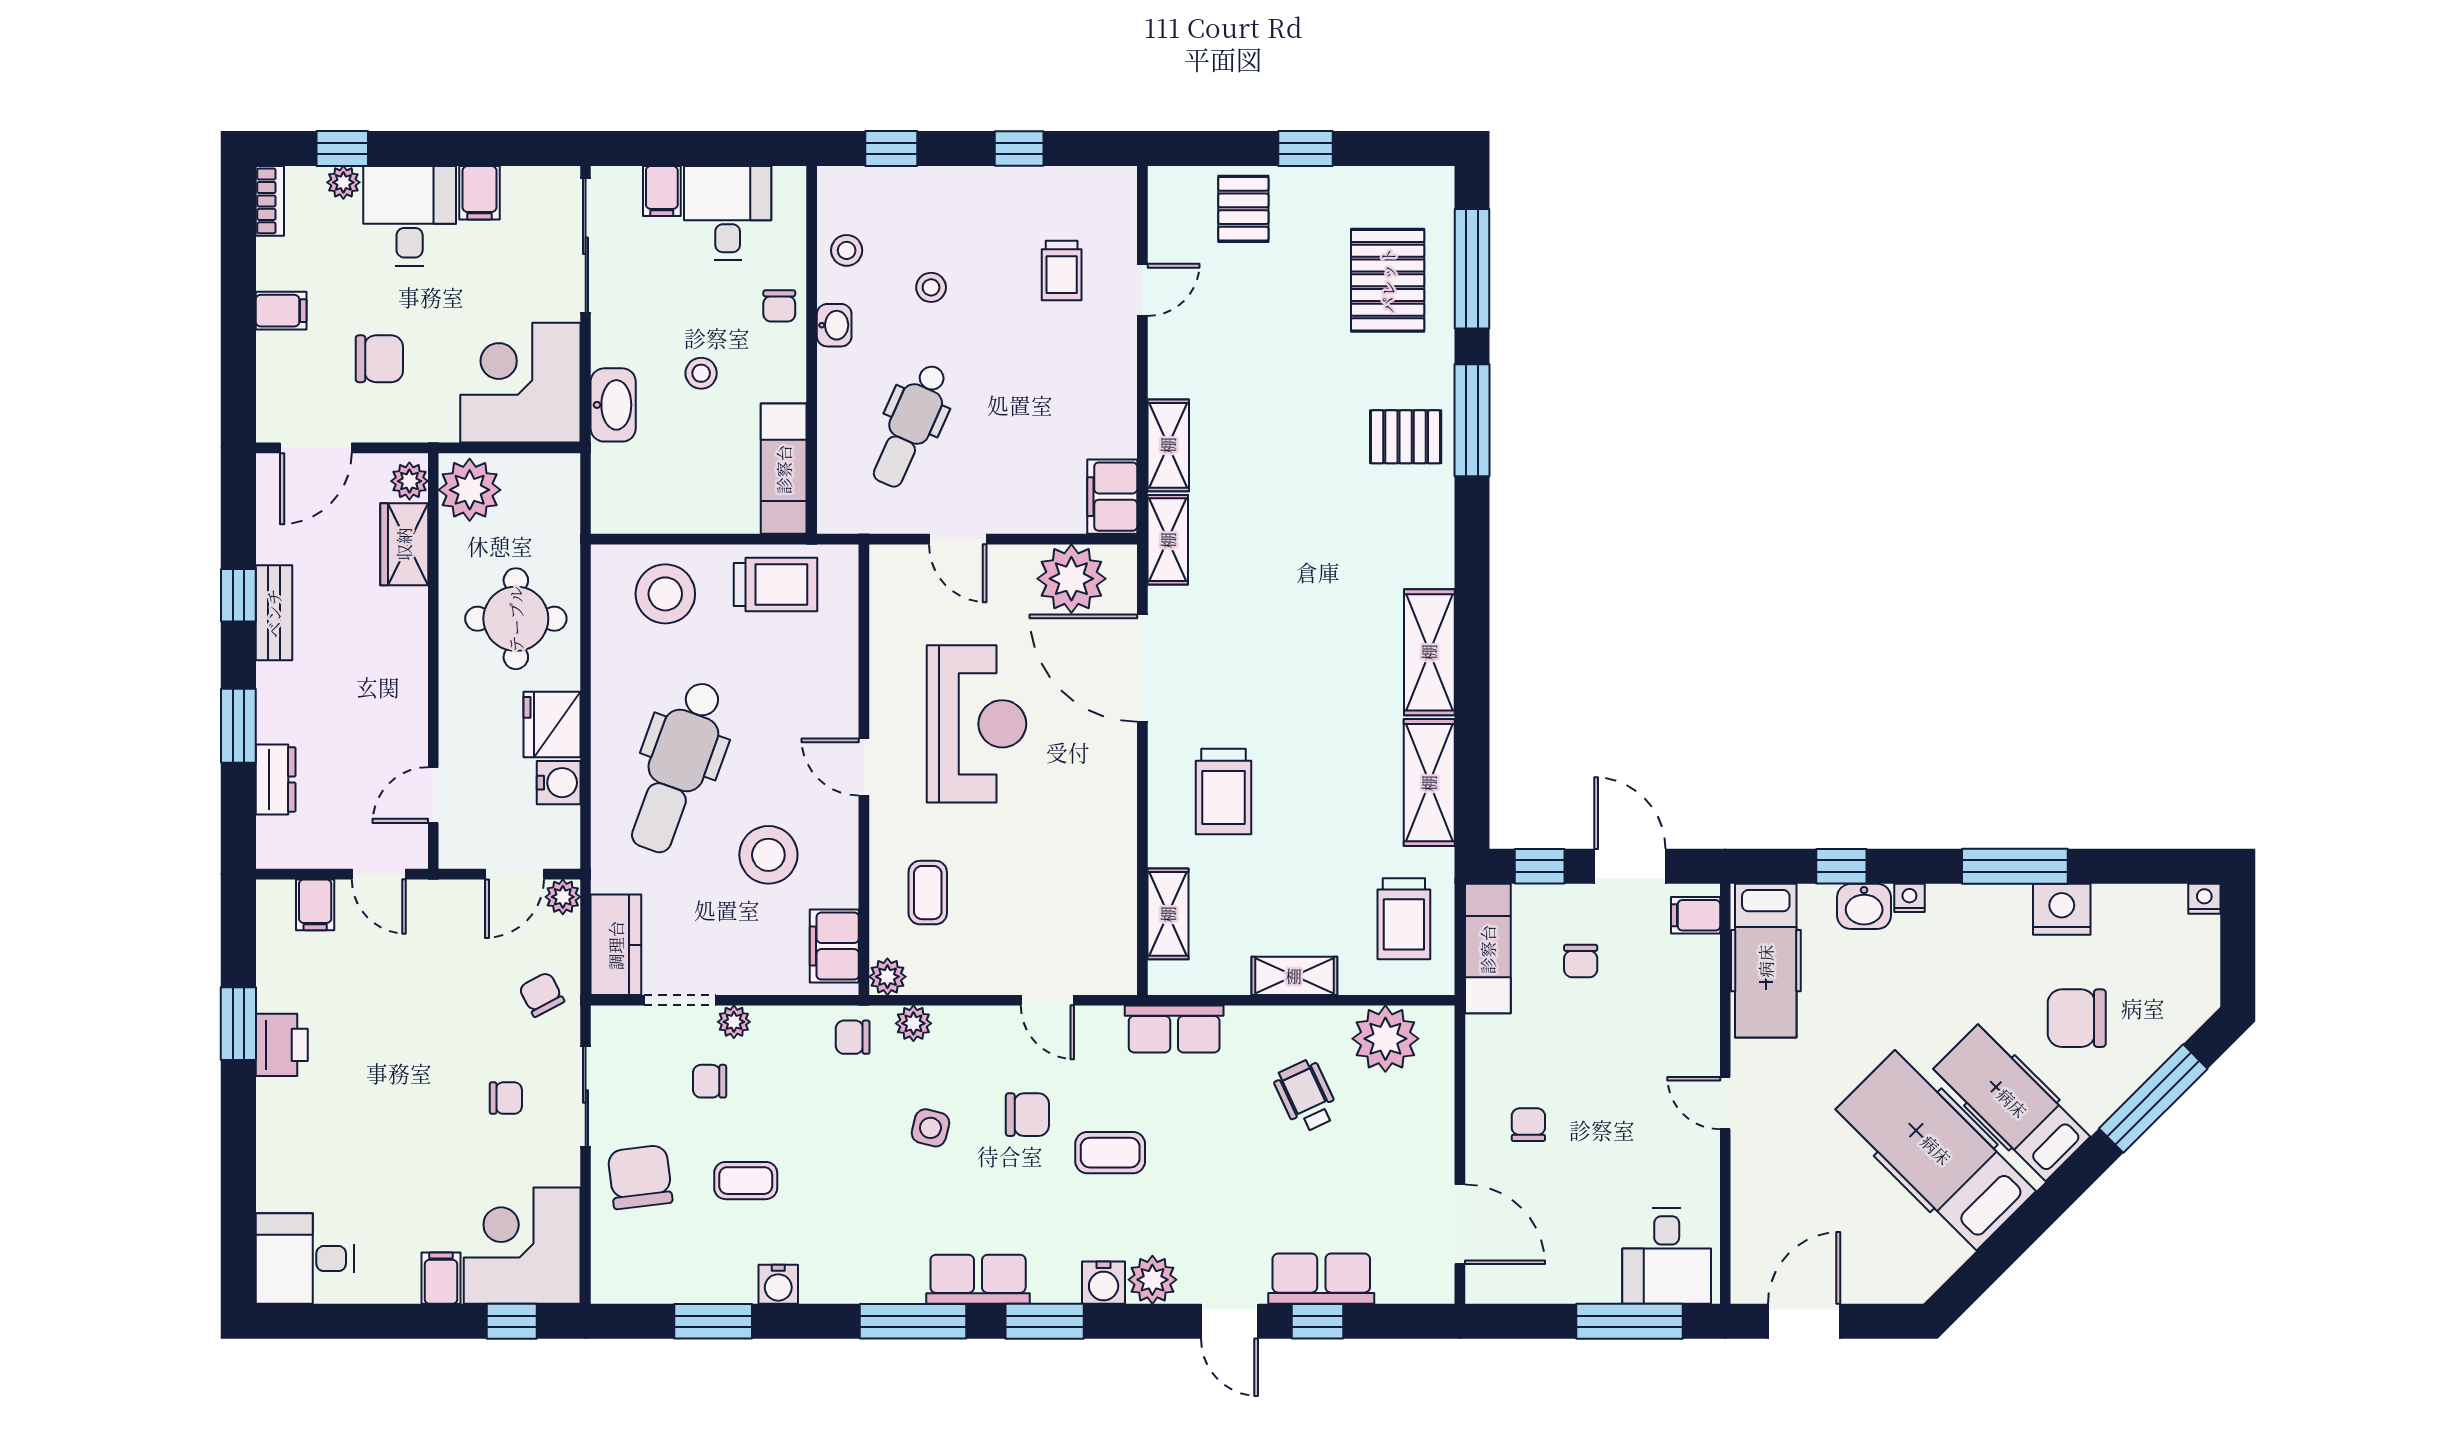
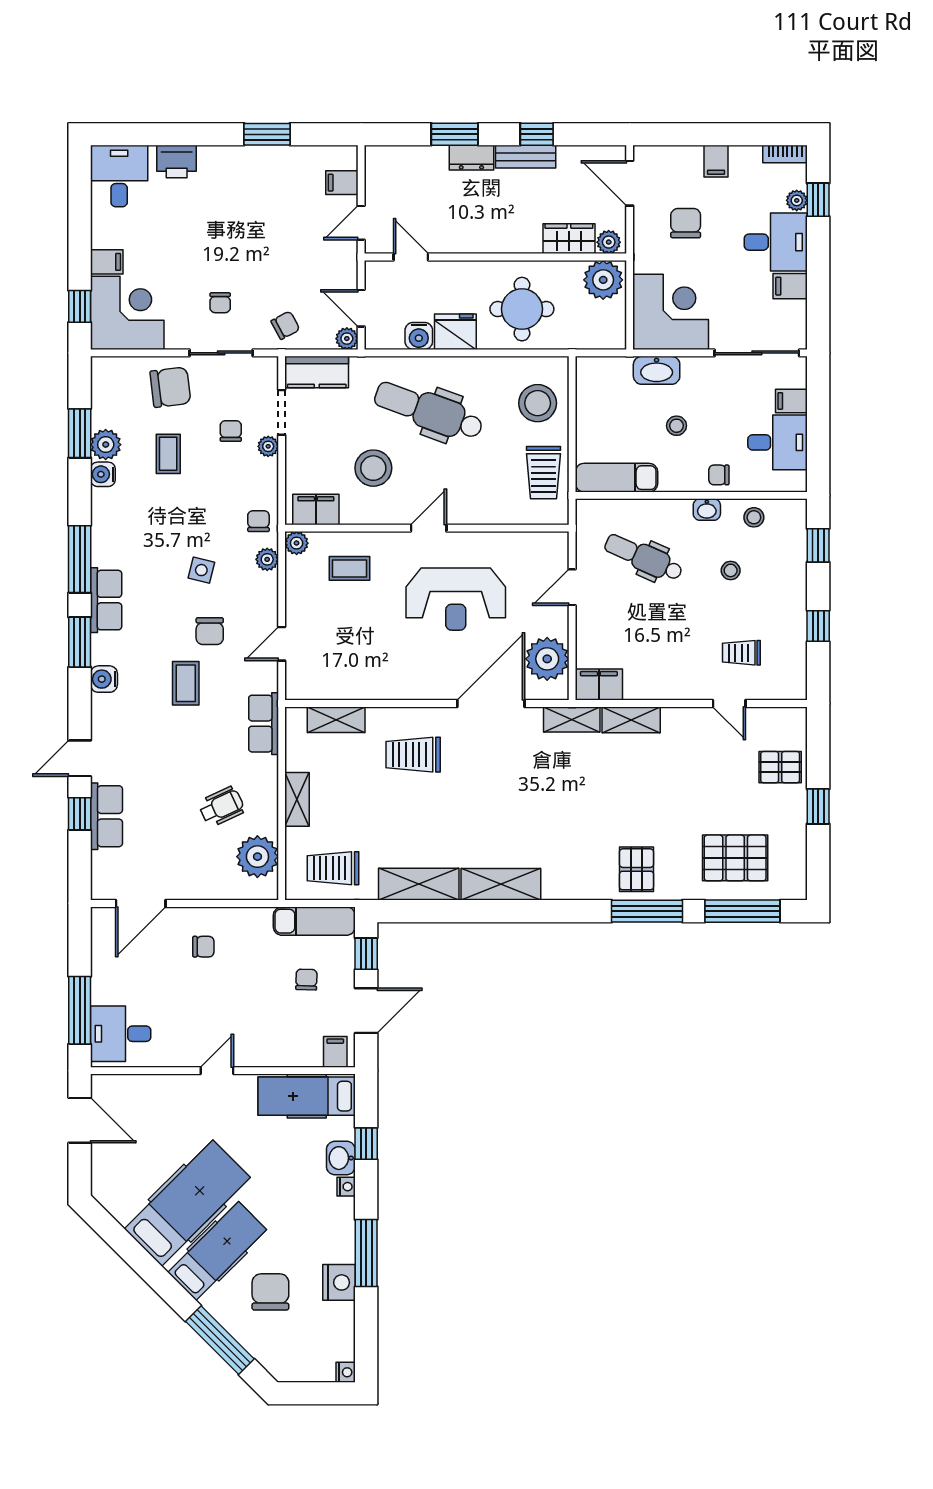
chair: (379, 359) -> (686, 223), turned 180
dresser: (276, 779) -> (471, 158), moved
chair: (1581, 961) -> (306, 980), turned 92
printer: (282, 1045) -> (177, 162), moved
plant: (1152, 1280) -> (106, 445), moved

